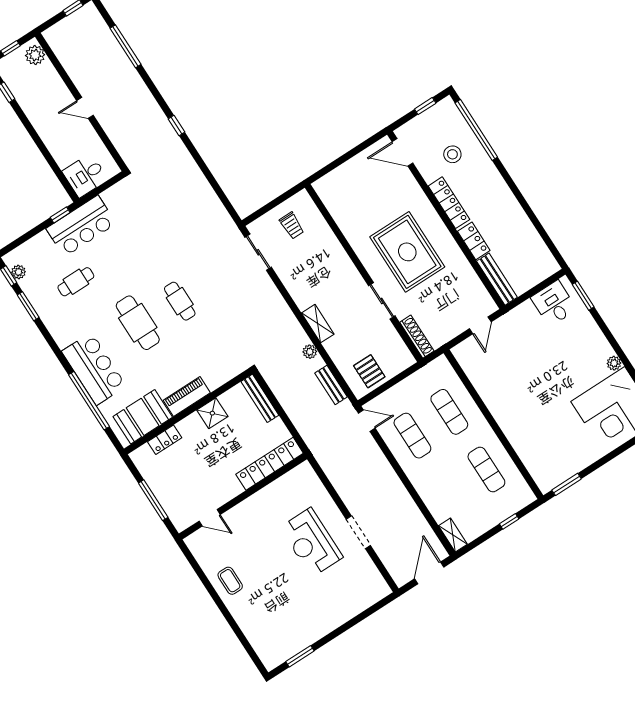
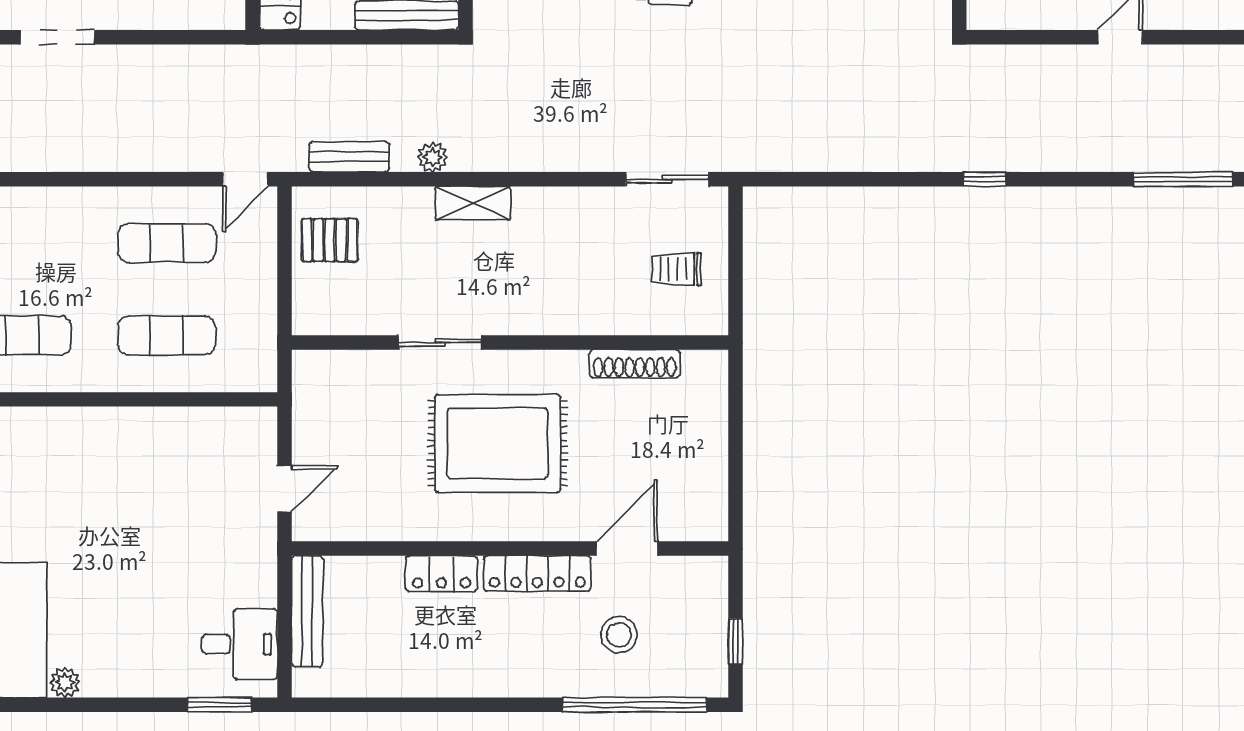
door: (402, 152) -> (627, 549), moved
bench: (497, 279) -> (307, 611), moved, turned 90
door: (480, 325) -> (284, 489), swing flipped
shoe rack: (417, 337) -> (635, 364), moved

